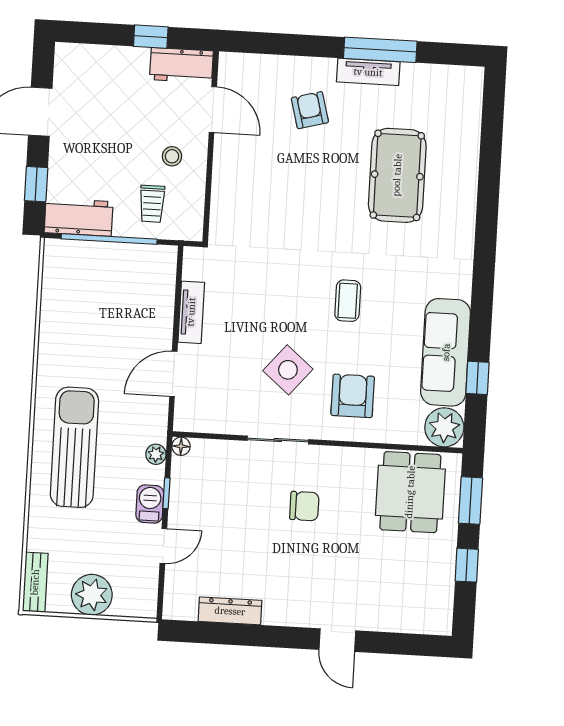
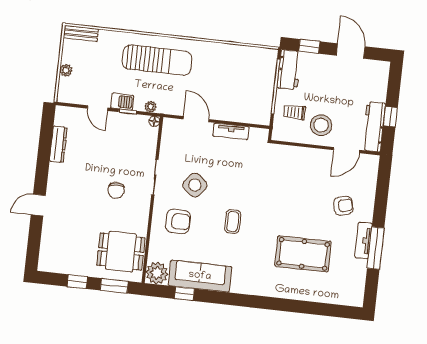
workbench: (181, 65) -> (374, 127), width x1.37
stool: (172, 156) -> (321, 125), width x1.89, depth x1.89
coffee table: (348, 301) -> (233, 222), turned 90
plant: (92, 595) -> (66, 70), width x0.53, depth x0.53

